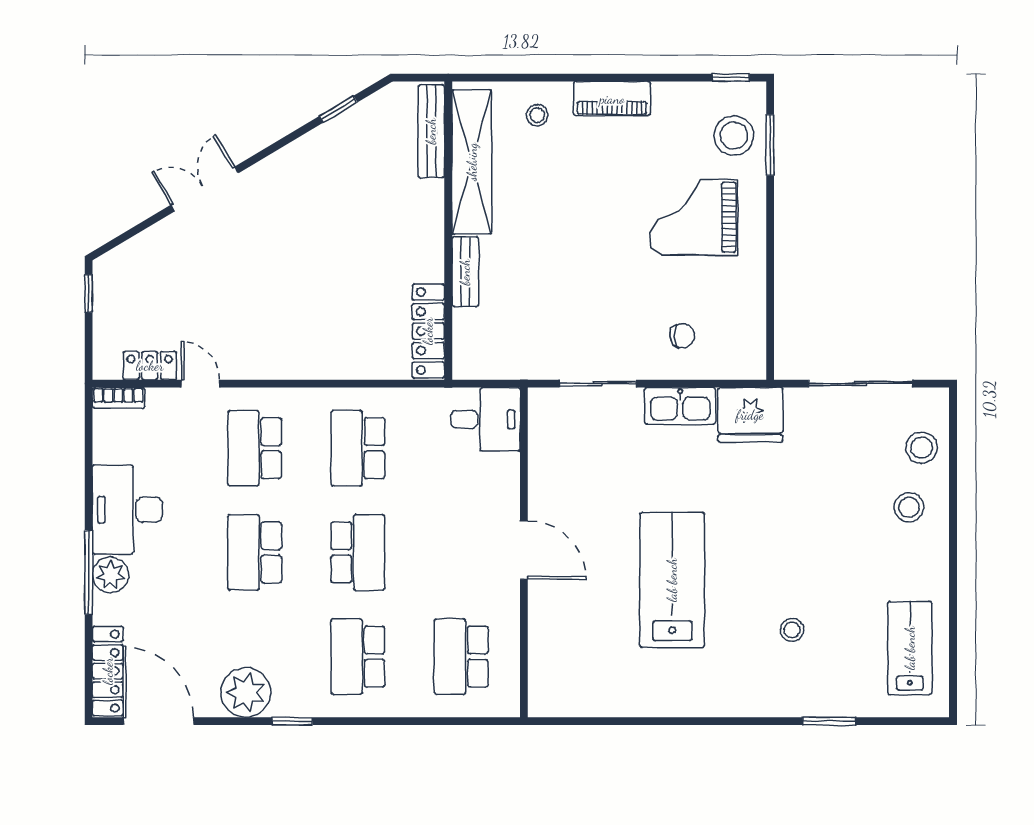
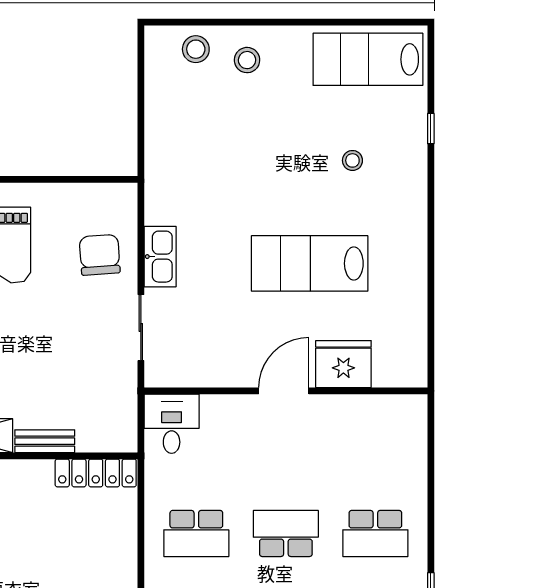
chair: (682, 336) -> (100, 255), width x1.87, depth x1.87
sliding door: (860, 384) -> (141, 102), removed
fridge: (750, 415) -> (343, 364), moved, turned -90
lab bench: (910, 648) -> (368, 59), width x1.36, depth x1.39
school desk: (461, 657) -> (375, 445), removed
window: (829, 721) -> (431, 129), width x0.67

